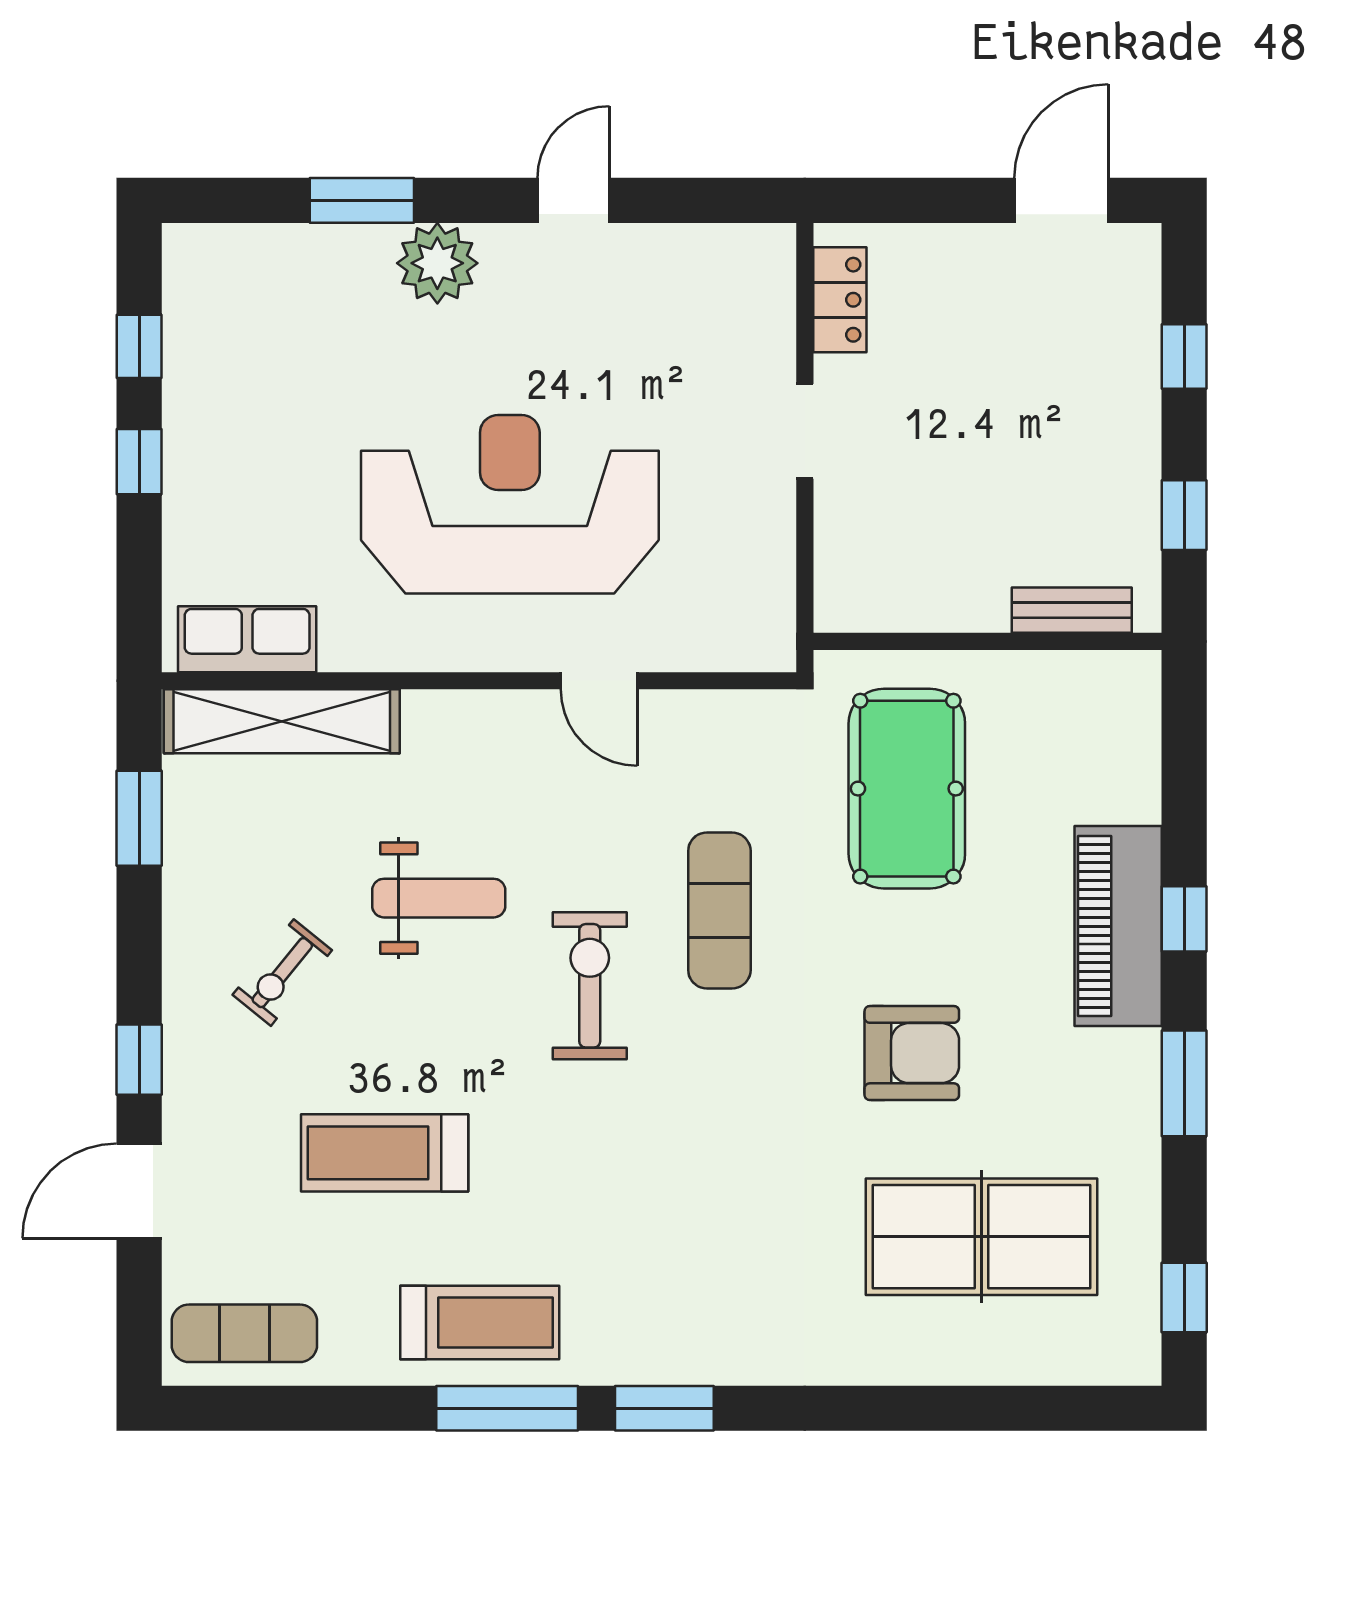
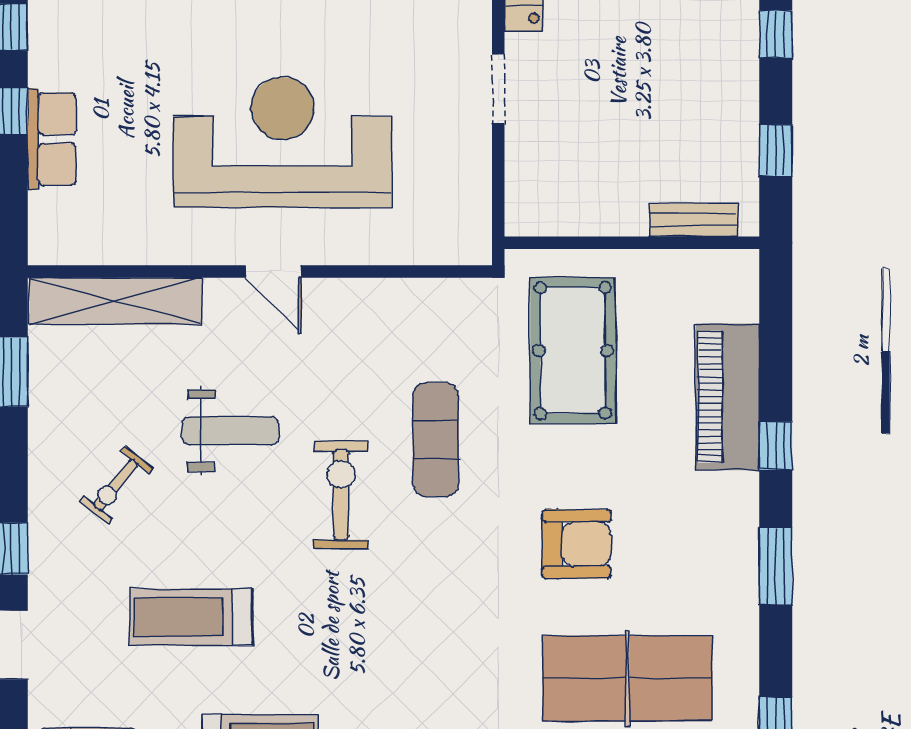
row of seats: (247, 639) -> (52, 139), moved, turned 90
door: (599, 681) -> (274, 271), moved
piano: (1118, 926) -> (727, 397), moved

